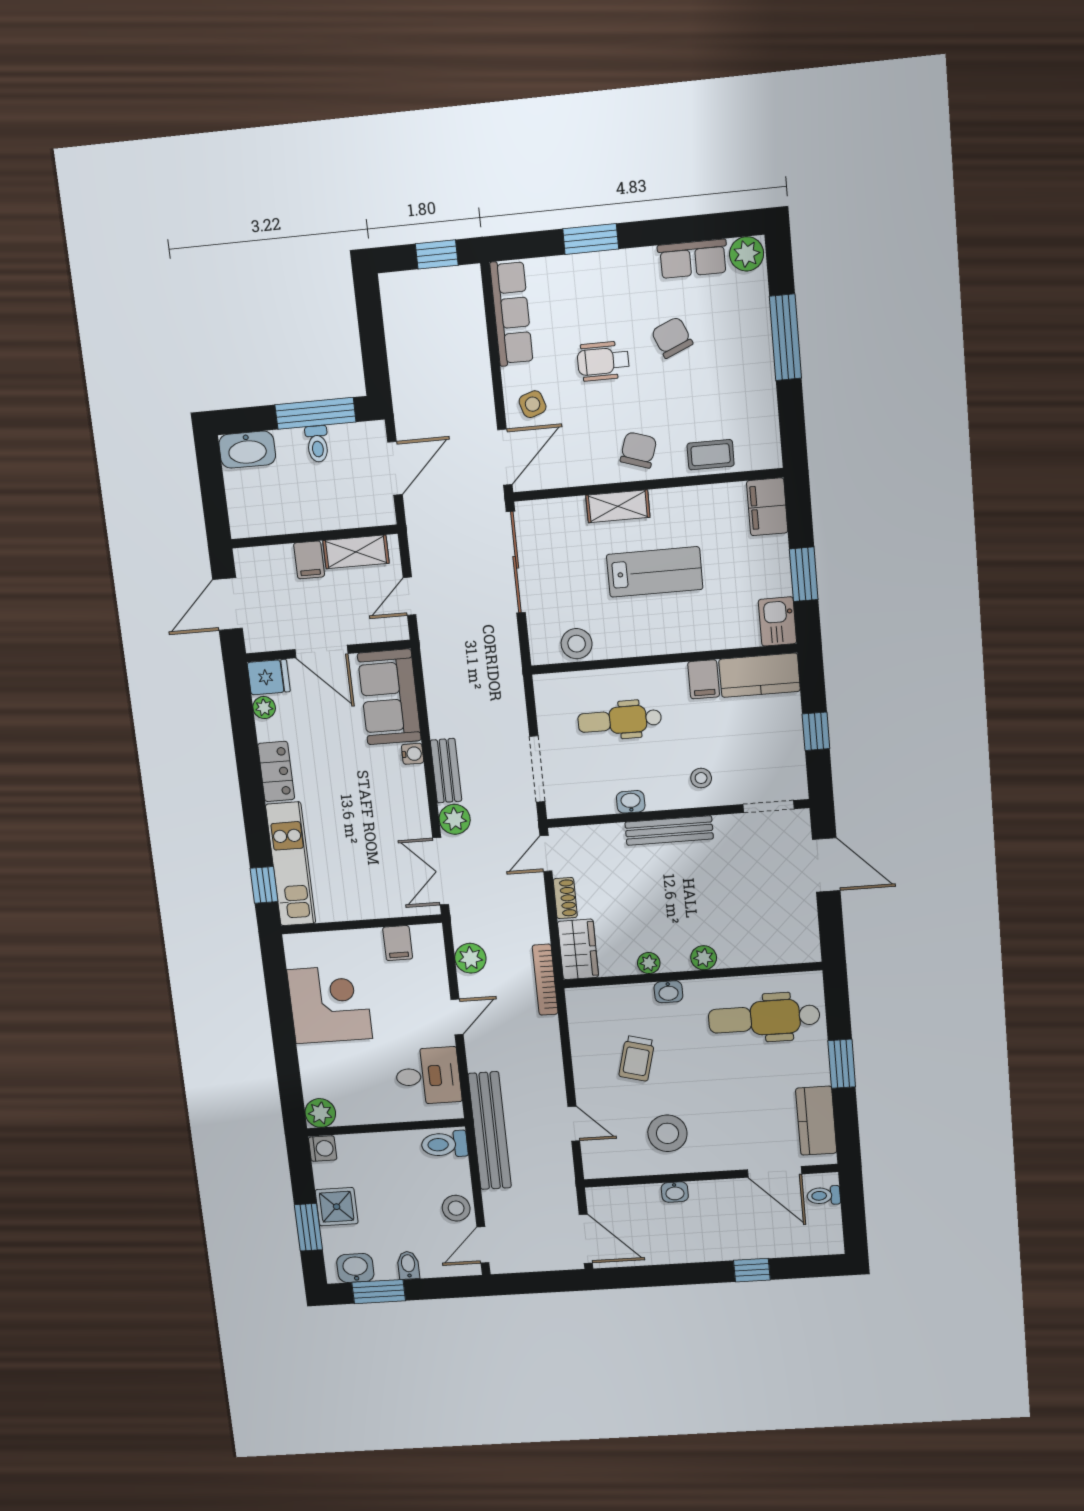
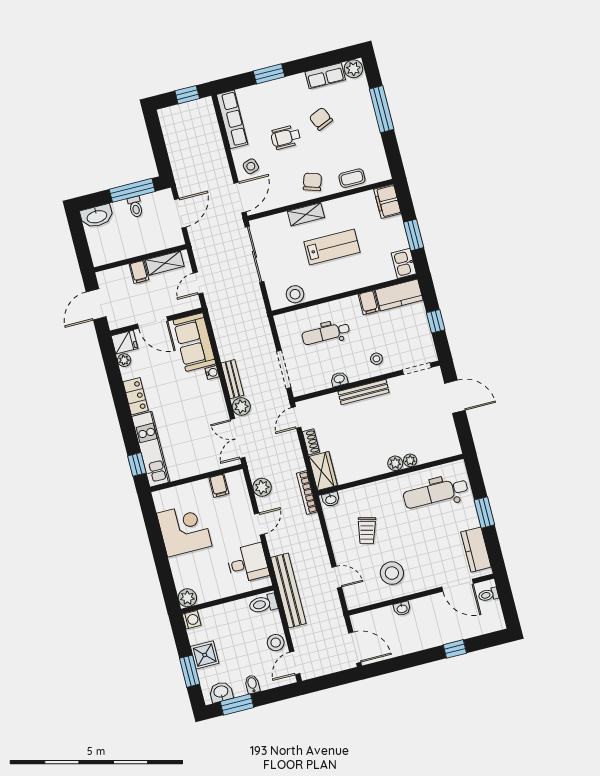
plant: (649, 963) -> (410, 460), moved
washbasin: (668, 992) -> (331, 499), moved

